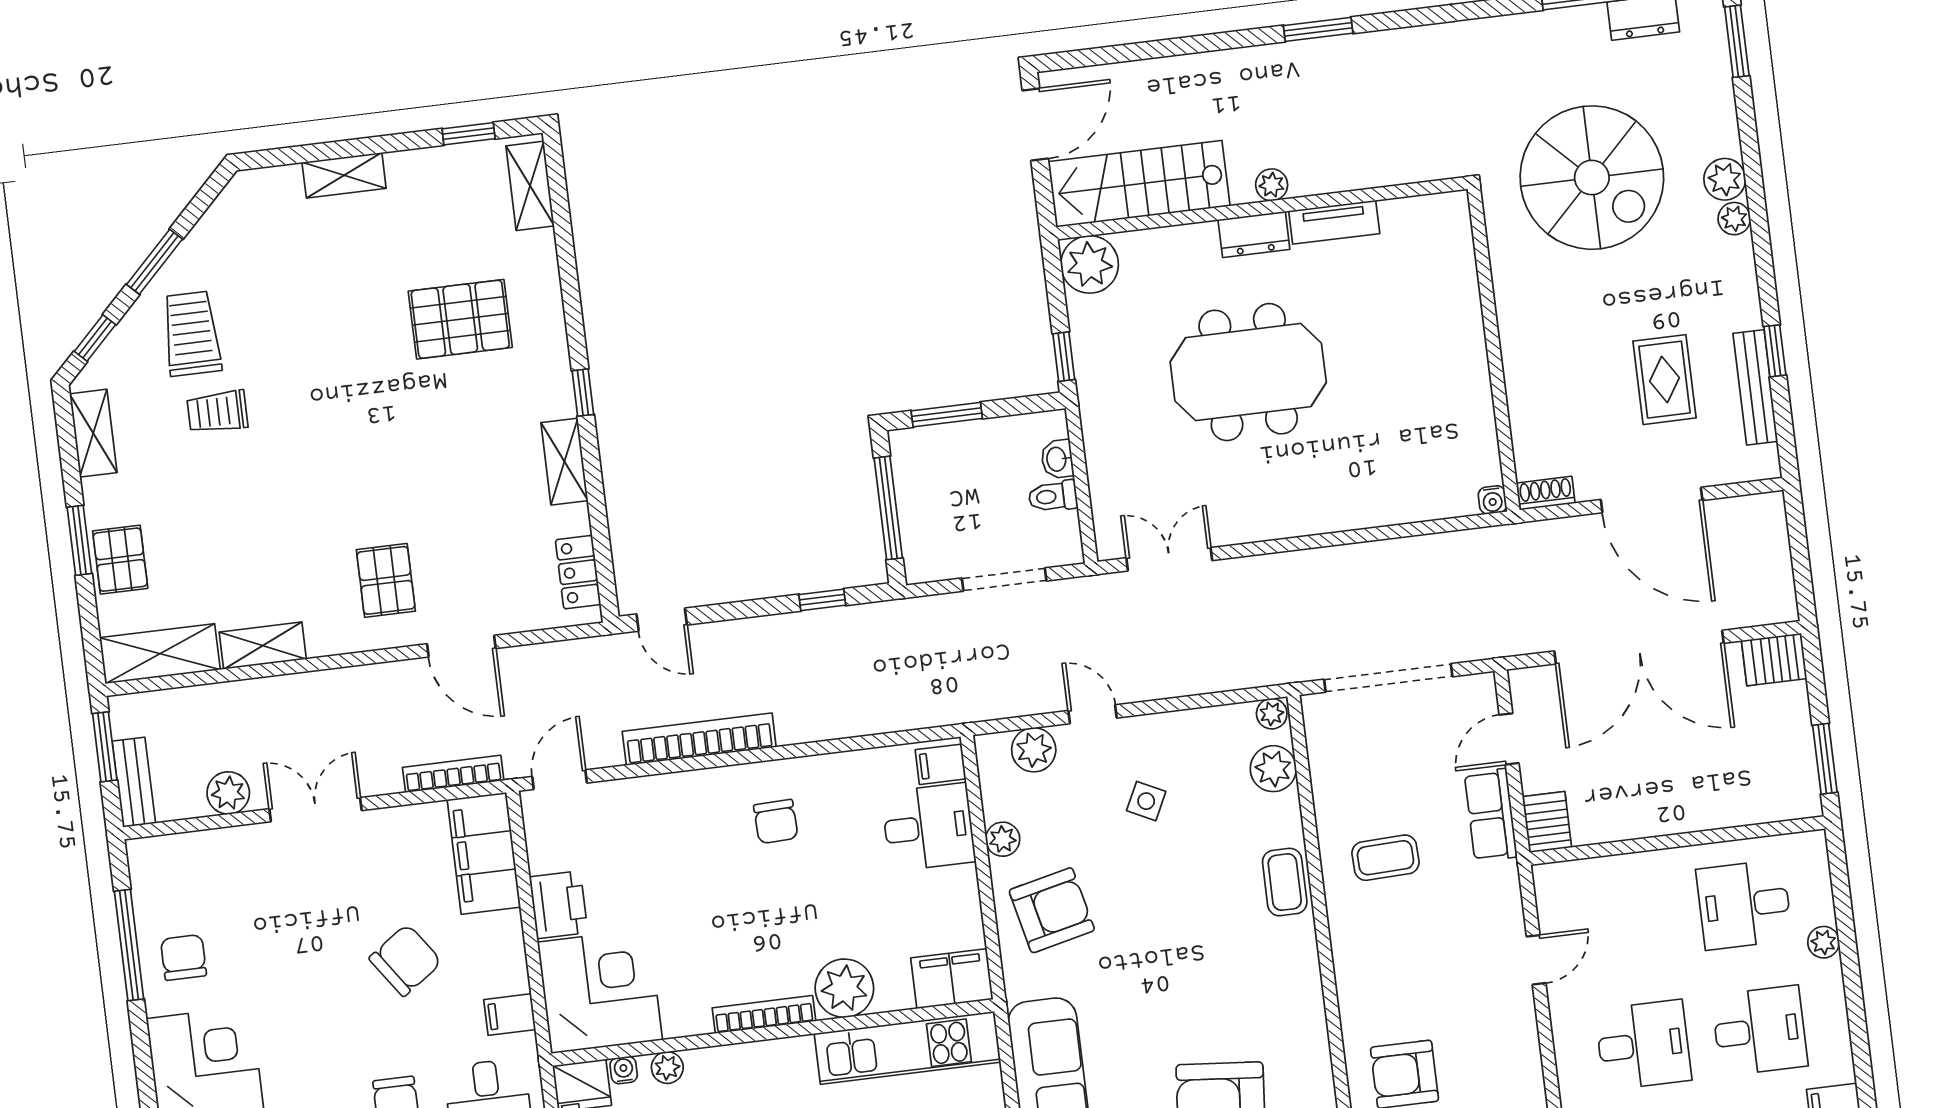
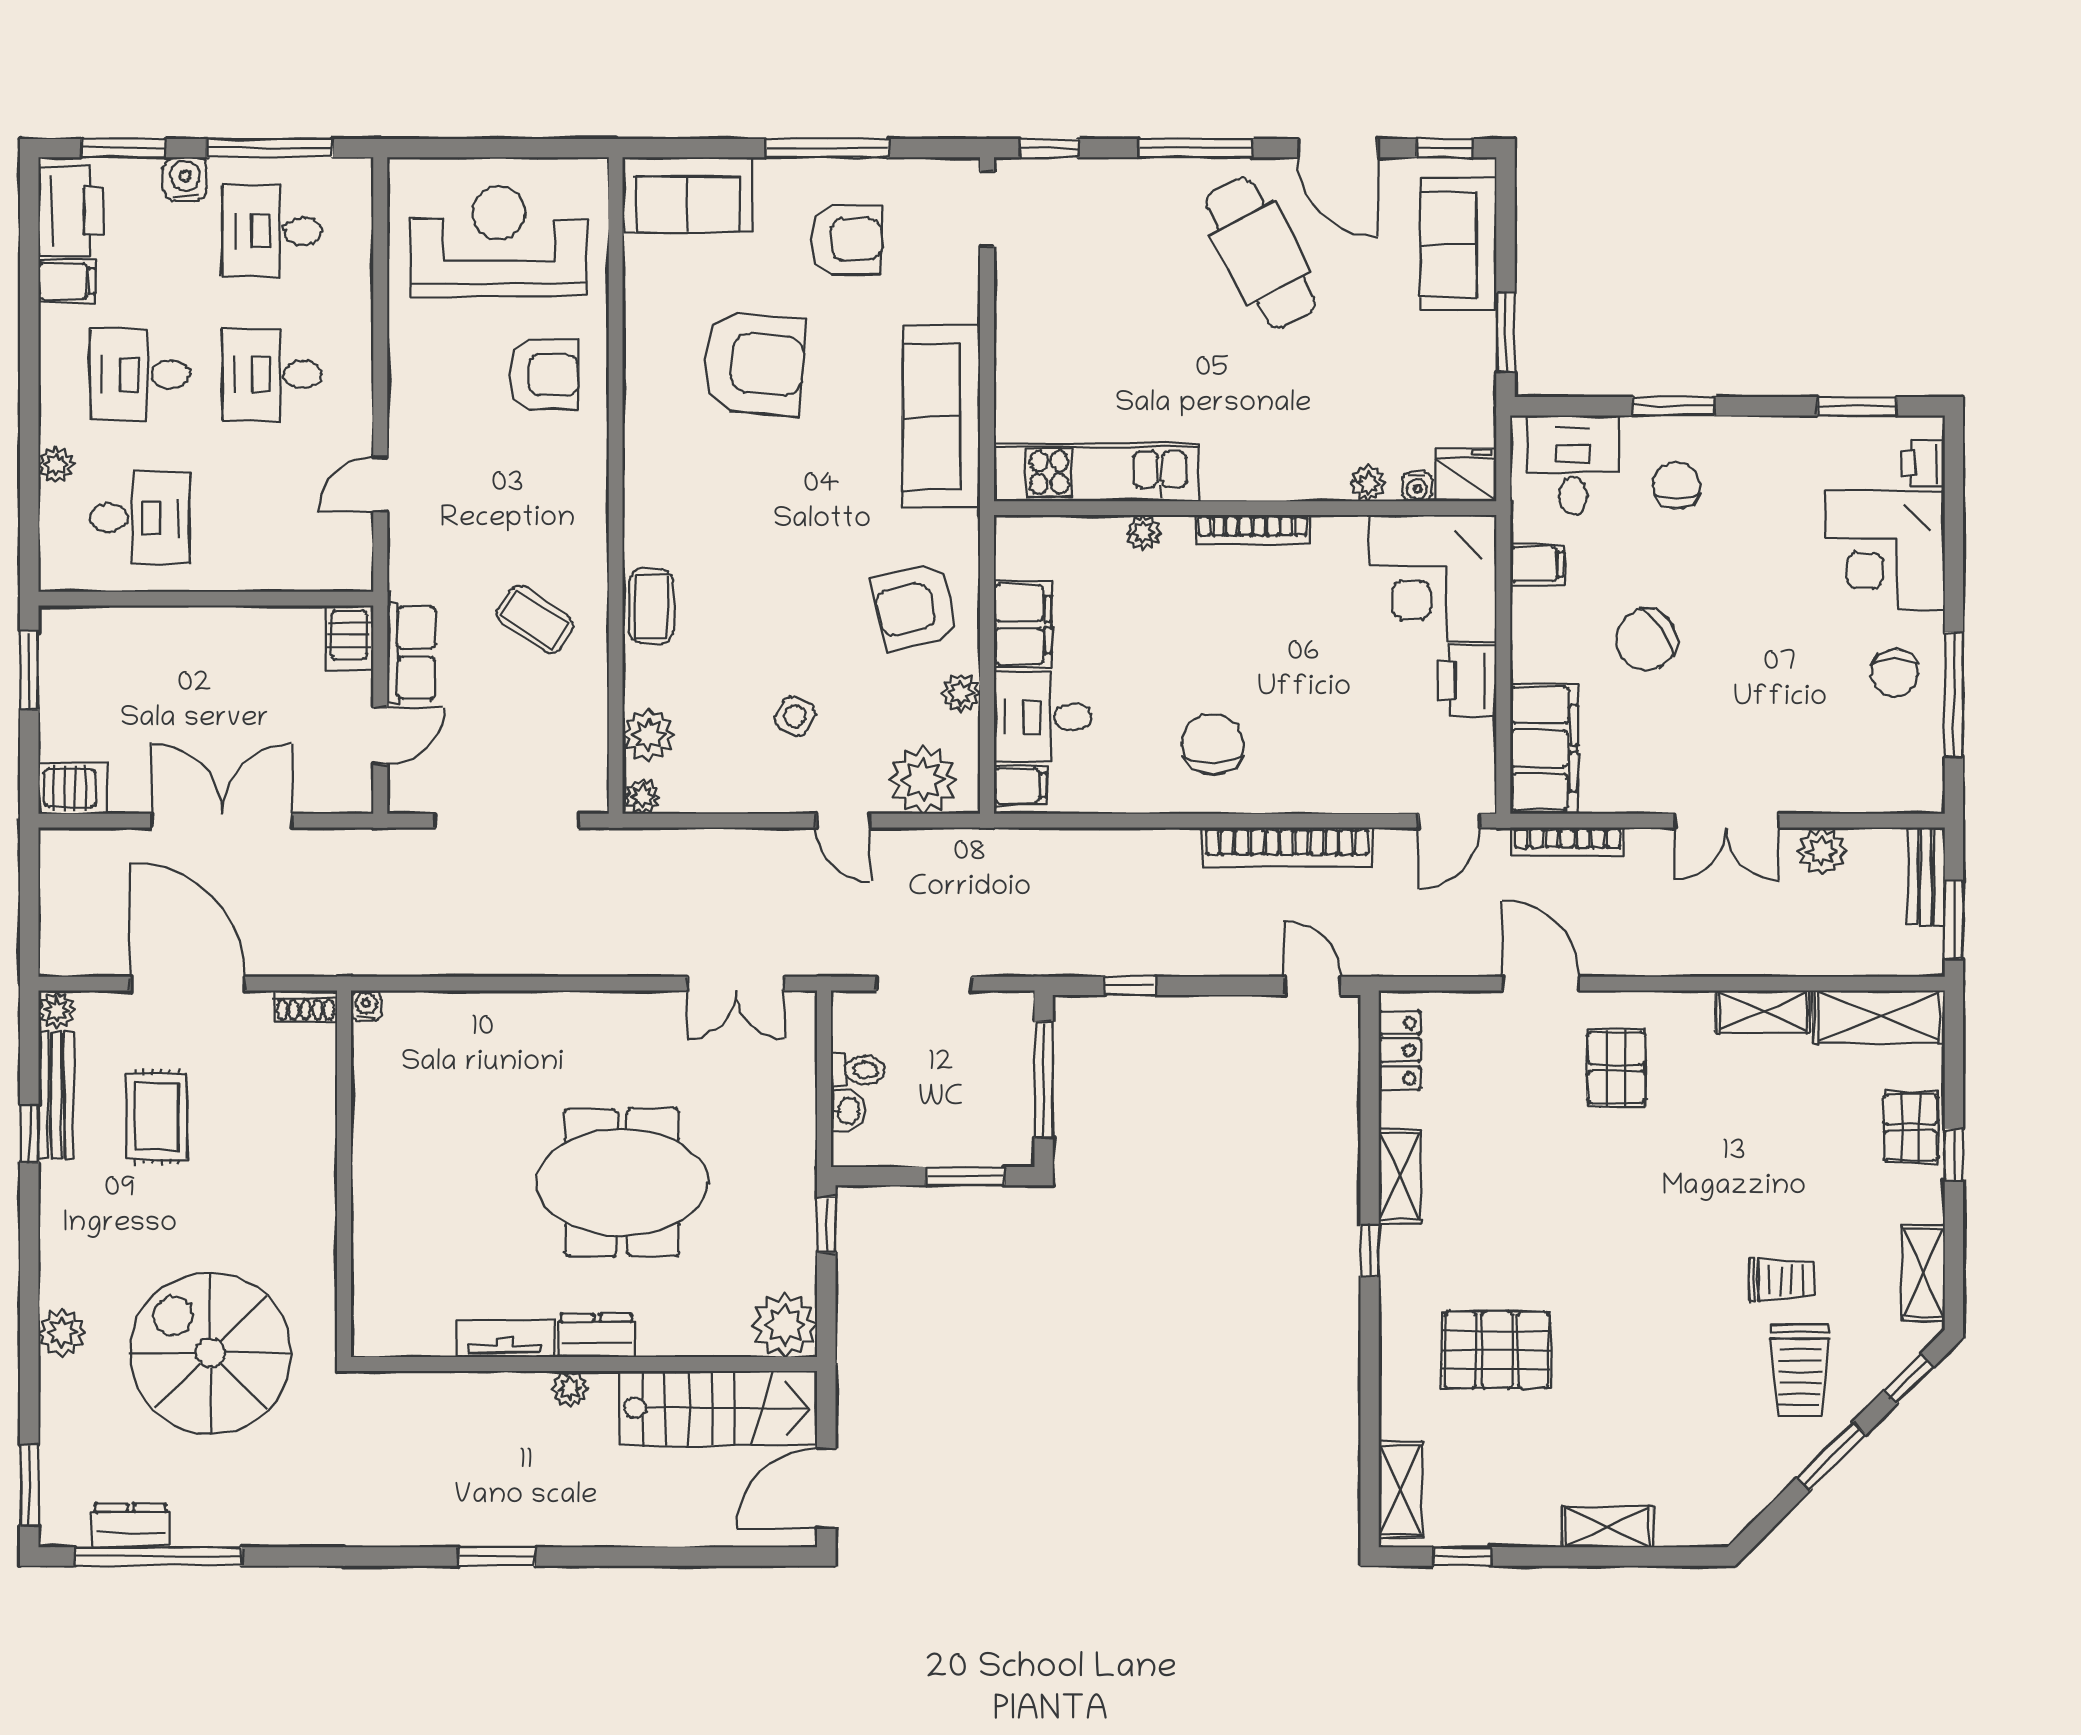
plant: (1734, 219) -> (57, 1010), moved
window: (79, 540) -> (1954, 1155), width x0.67
double door: (1639, 647) -> (222, 821), width x0.73
plant: (1034, 750) -> (923, 780), width x1.36, depth x1.36
chair: (776, 822) -> (1213, 744), width x1.37, depth x1.37
coffee table: (1385, 858) -> (535, 620), turned 35
filing cabinet: (952, 979) -> (1023, 625), moved, turned -90
plant: (844, 988) -> (1143, 533), width x0.53, depth x0.53

